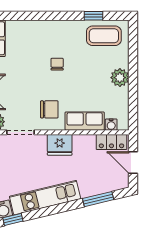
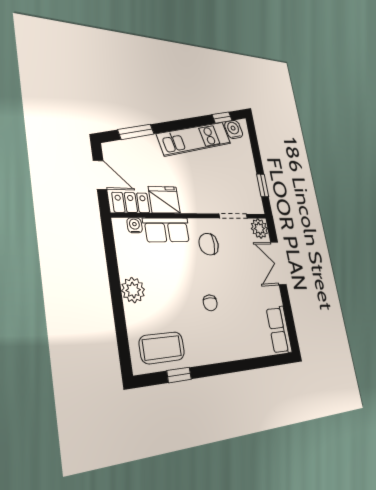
fridge: (60, 145) -> (164, 200), moved

